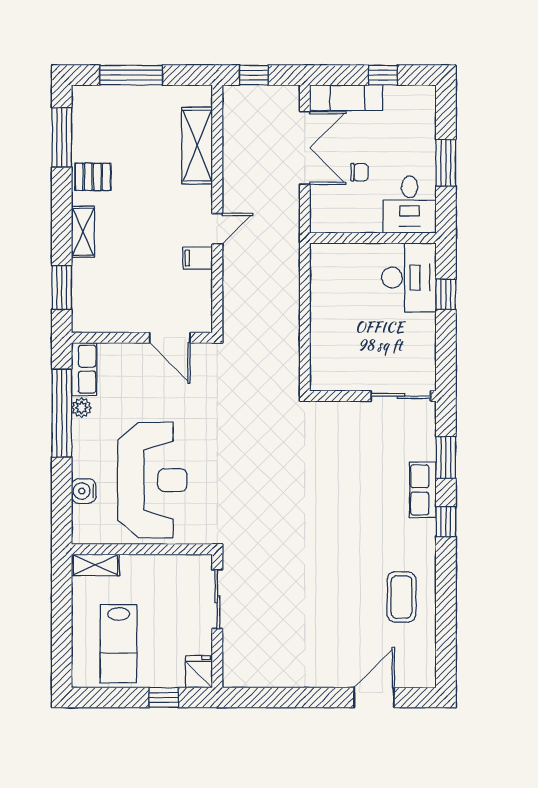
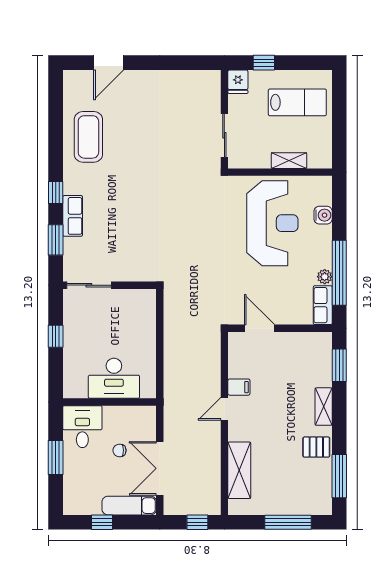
desk: (409, 278) -> (114, 378), moved, turned -90
window: (446, 294) -> (56, 336), moved
reception desk: (152, 480) -> (272, 223), turned 180
shelving: (95, 565) -> (289, 161), moved
coffee table: (401, 597) -> (88, 137), width x1.36, depth x1.32
lab bench: (118, 644) -> (297, 102), turned 90

